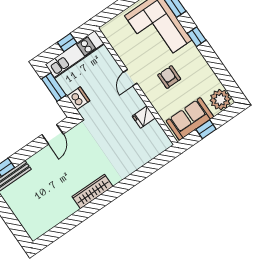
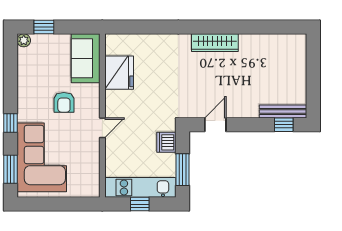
plant: (220, 100) -> (24, 40), width x0.53, depth x0.53
fridge: (144, 117) -> (119, 73), width x1.88, depth x1.34
sofa: (190, 119) -> (86, 58), moved, turned 90
window: (206, 129) -> (44, 27), moved

